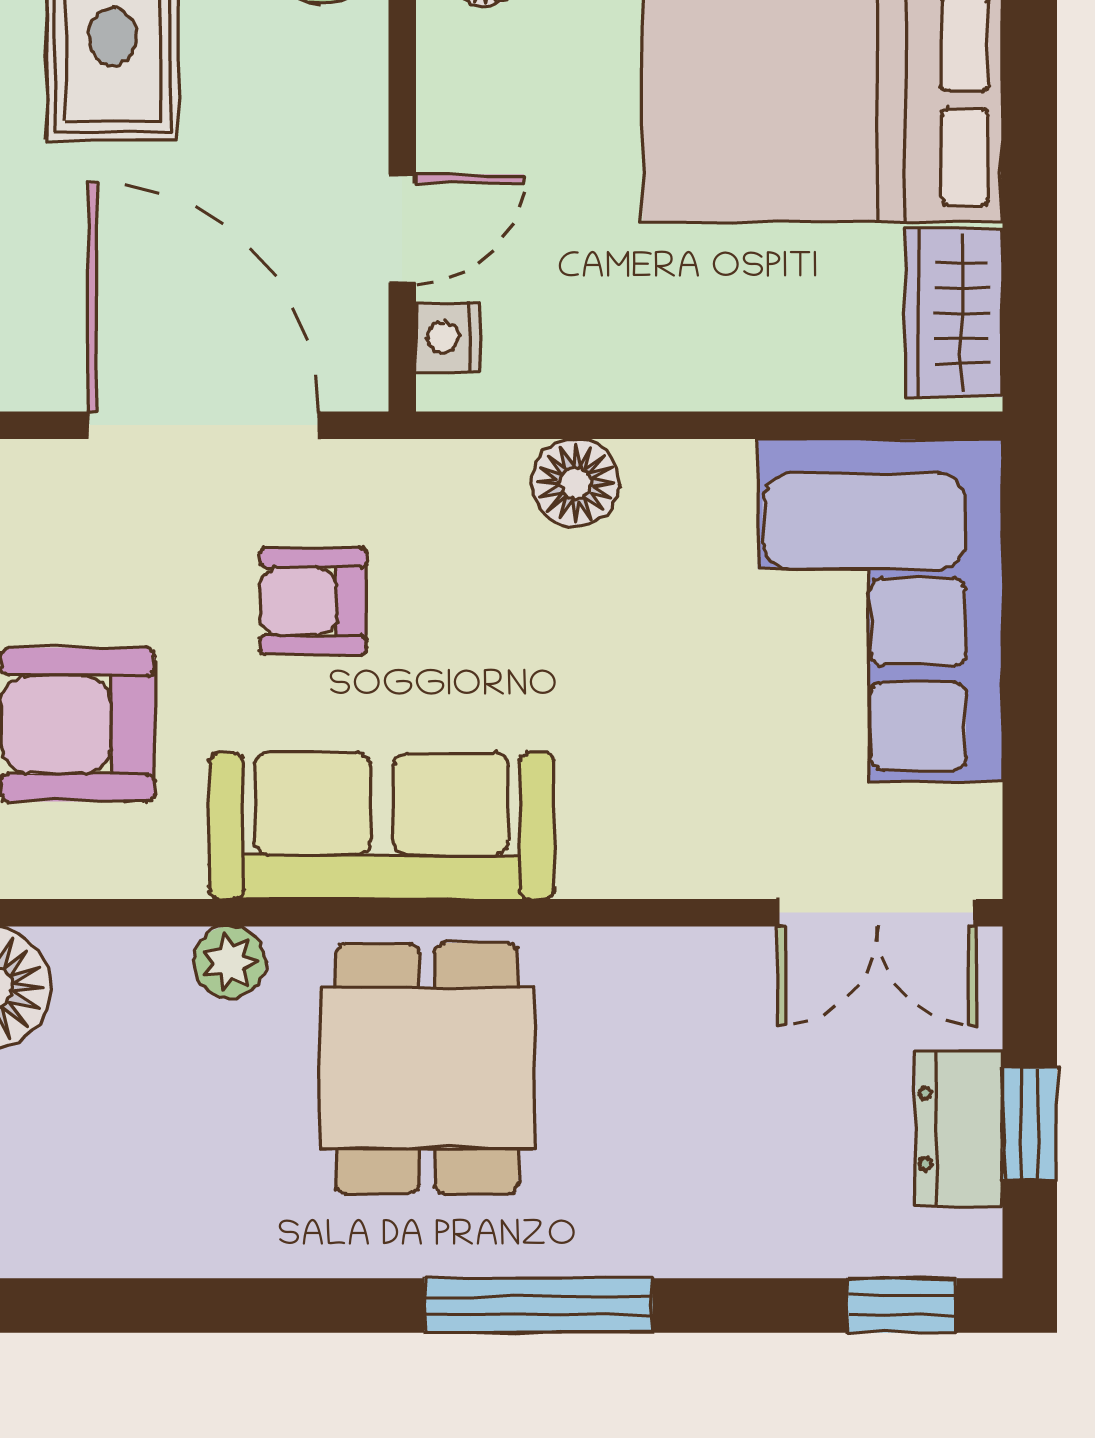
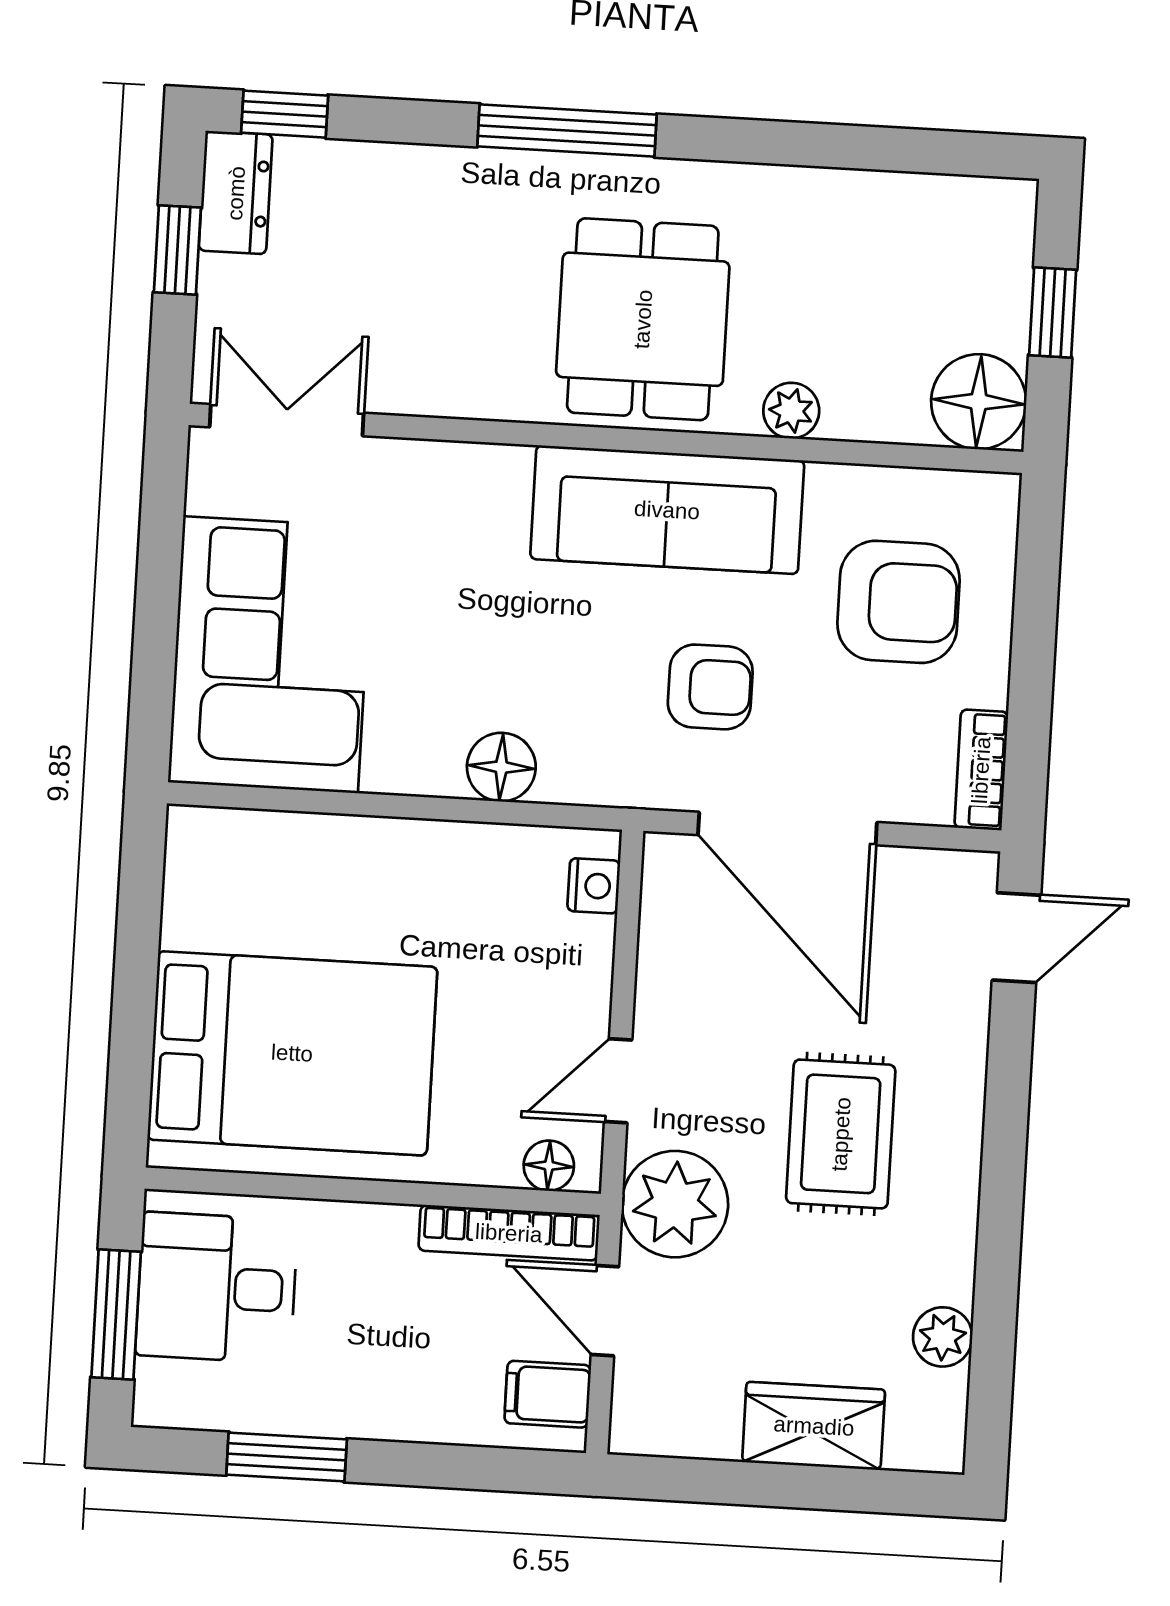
door: (402, 229) -> (618, 1081), moved
wardrobe: (954, 313) -> (200, 882), removed
dresser: (959, 1129) -> (236, 193), moved

